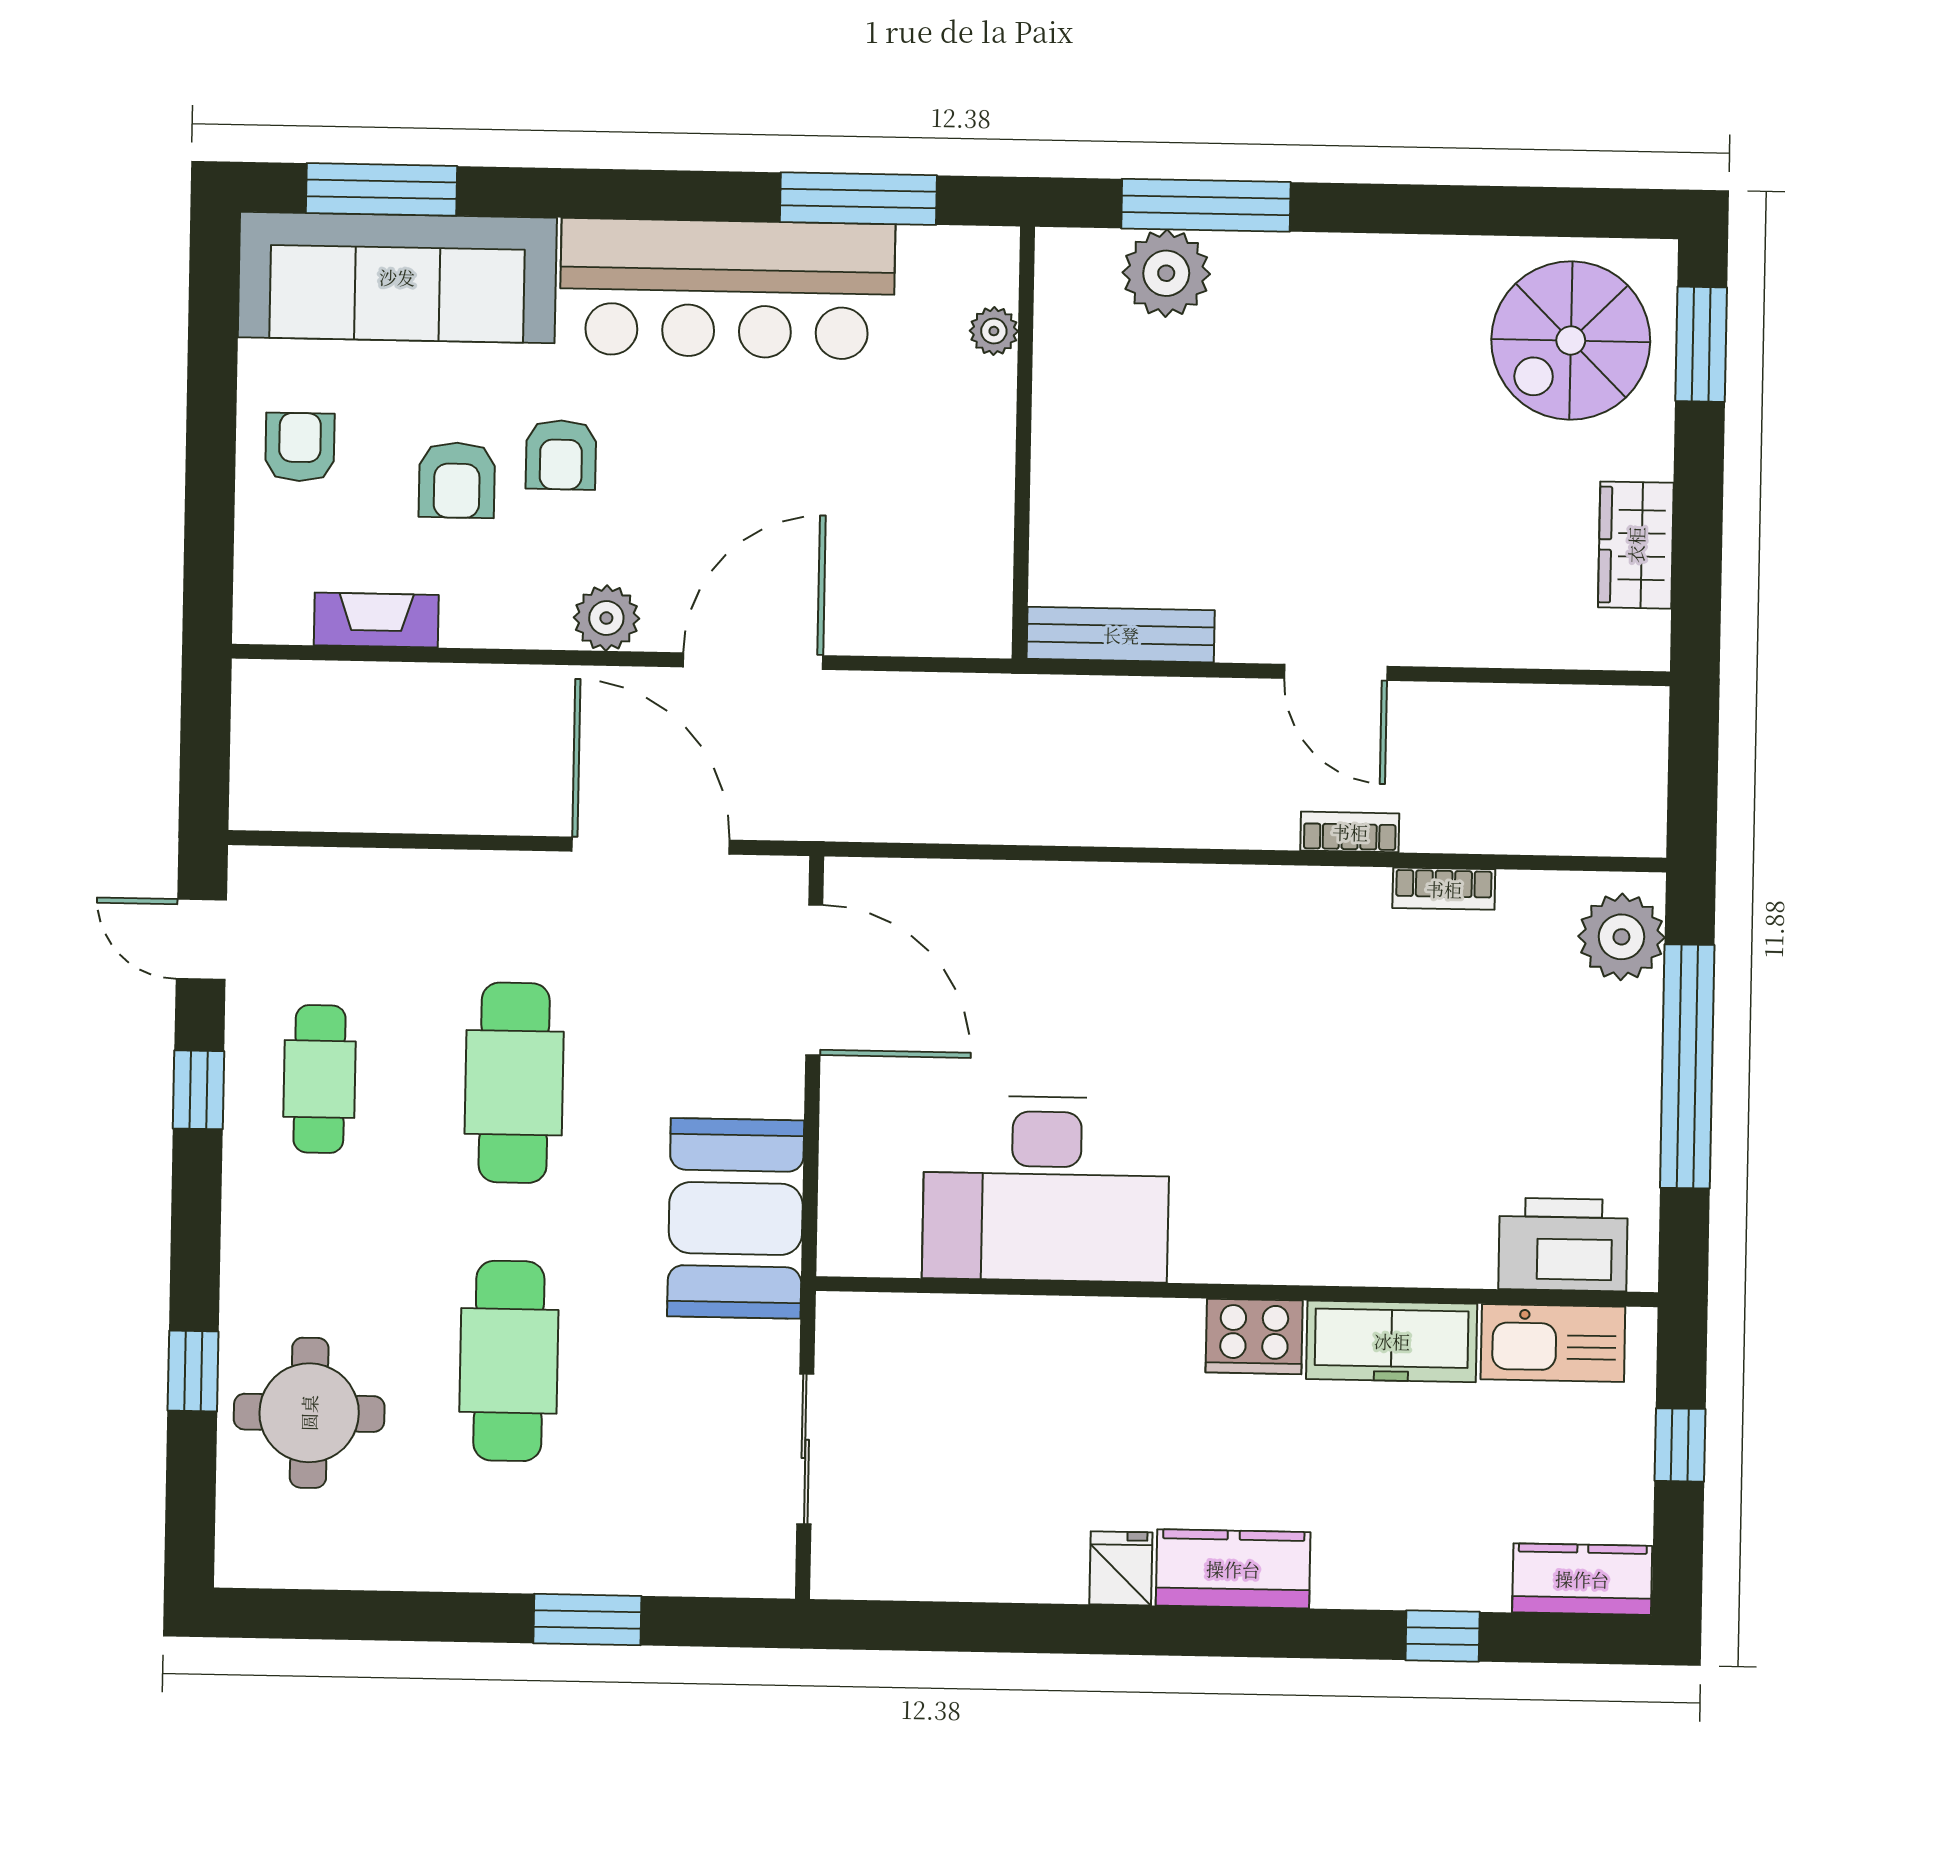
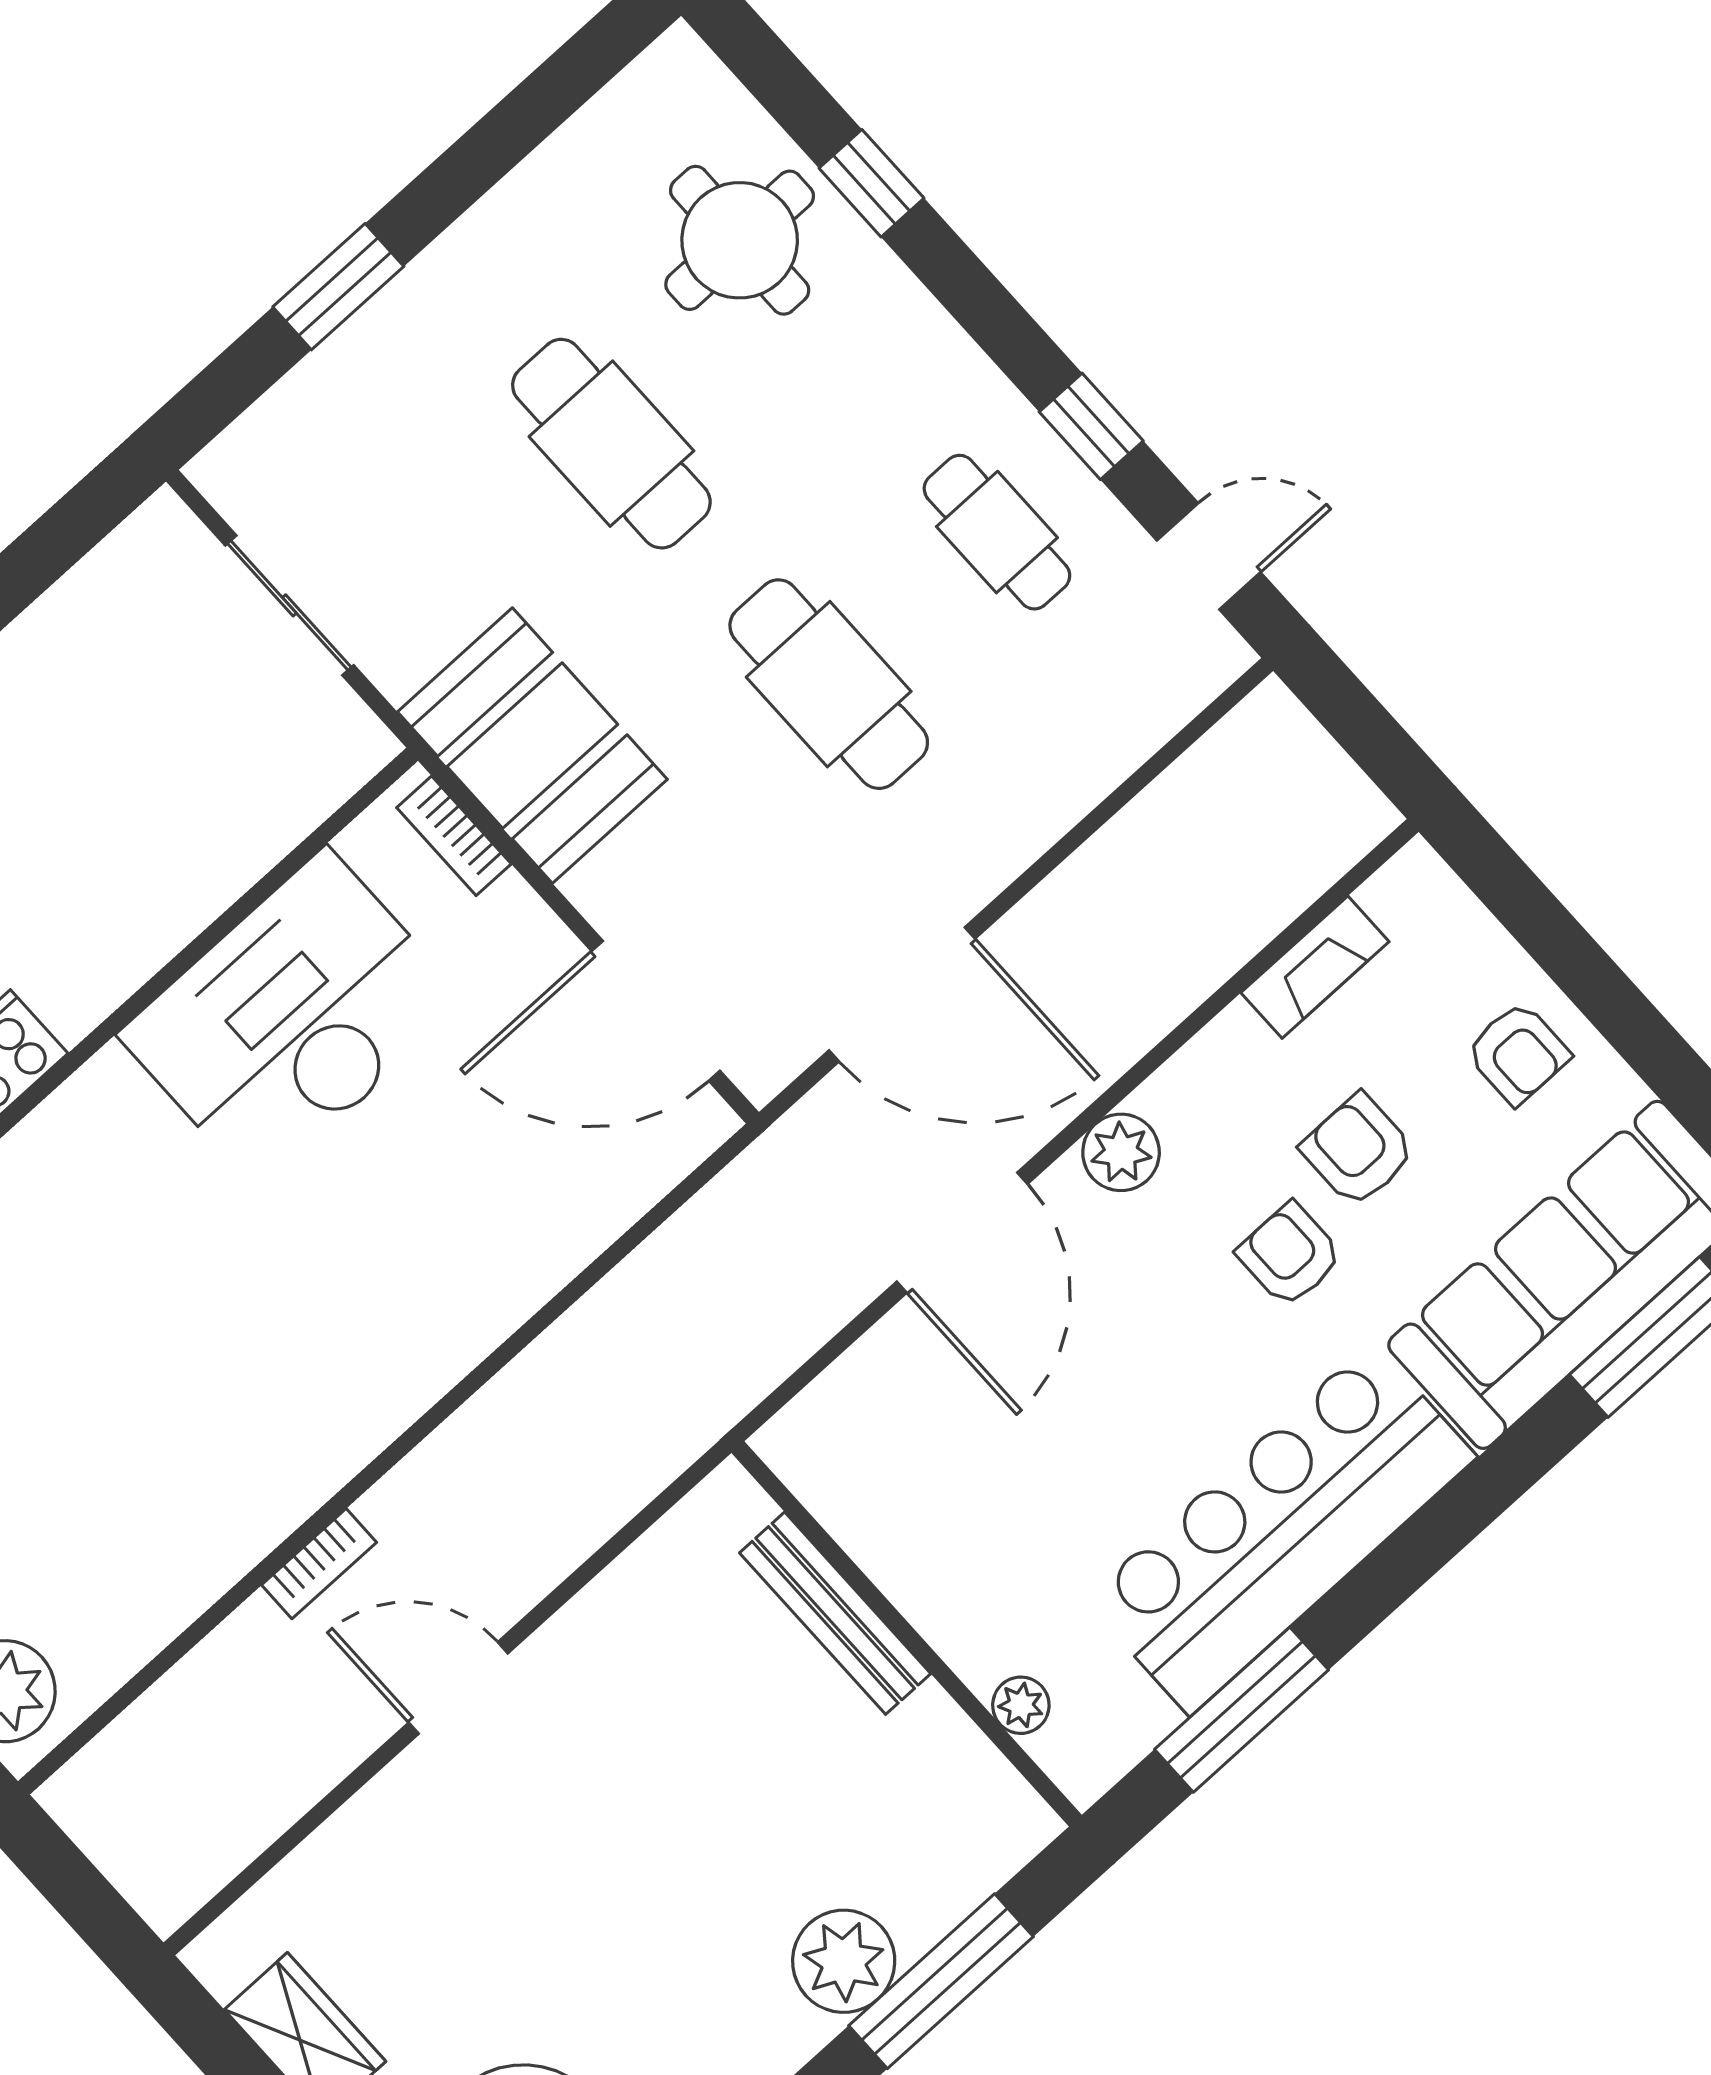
plant: (1166, 273) -> (844, 1961), moved
bench: (1121, 635) -> (835, 1613), moved, turned 90
bookcase: (1444, 889) -> (454, 836), moved, turned -90

